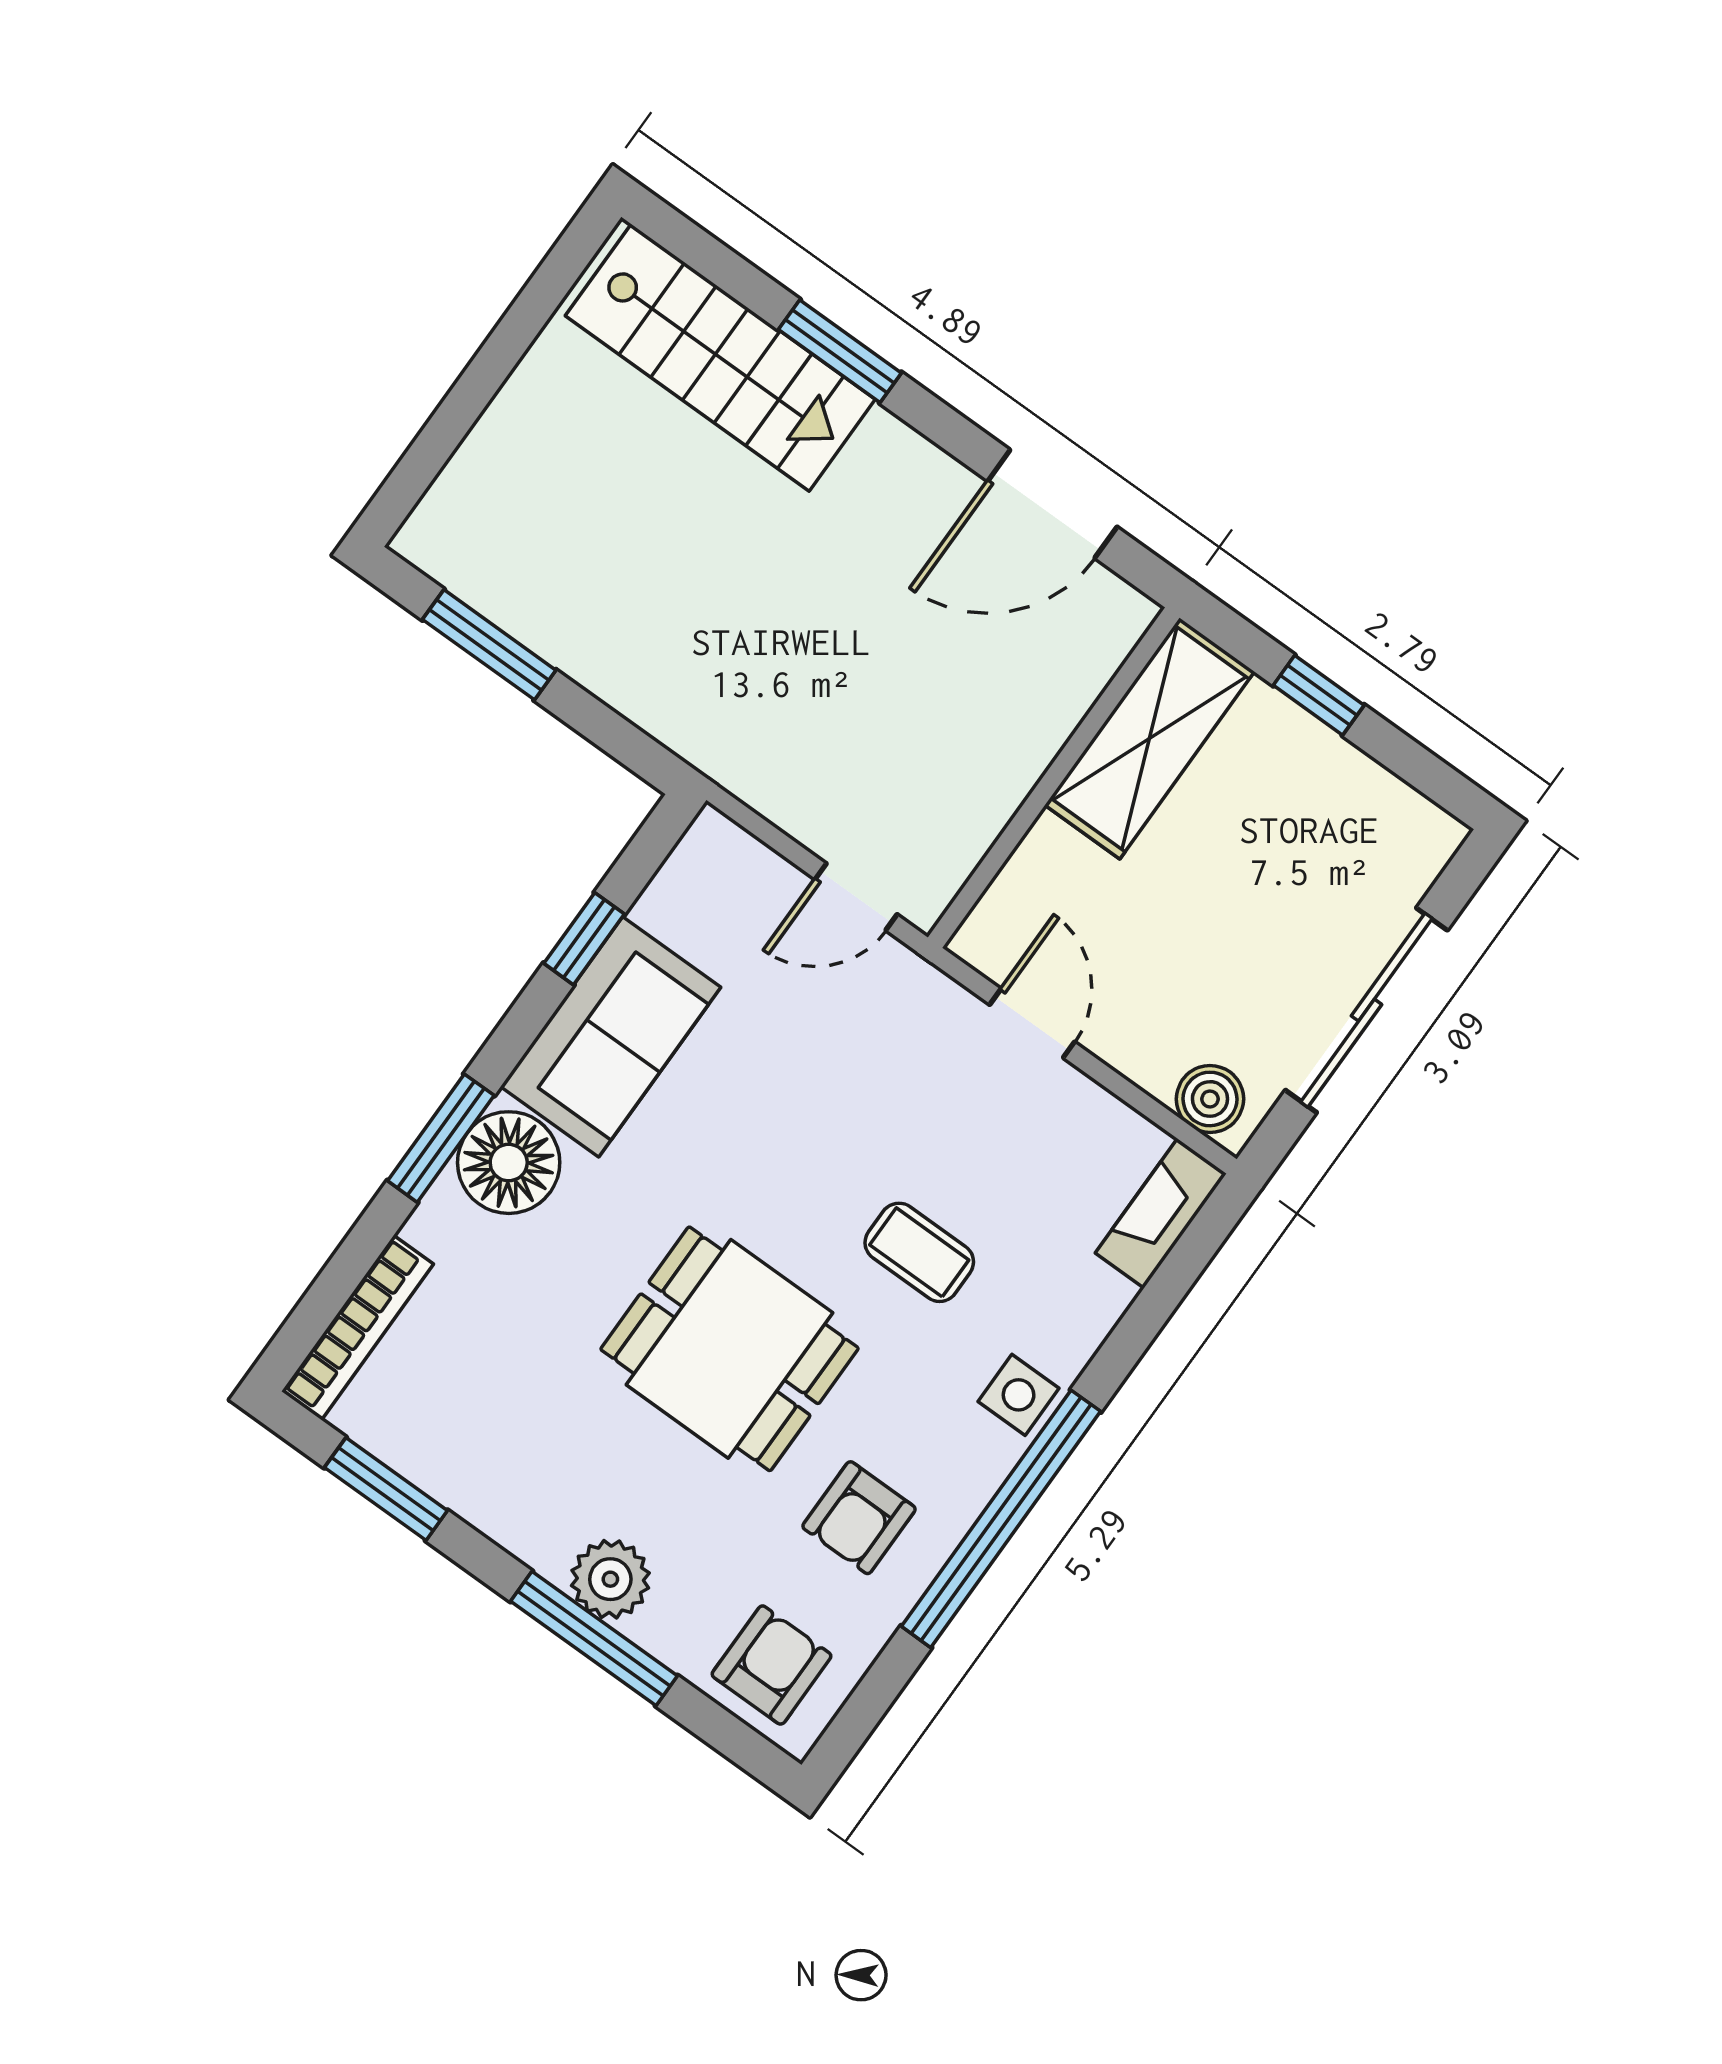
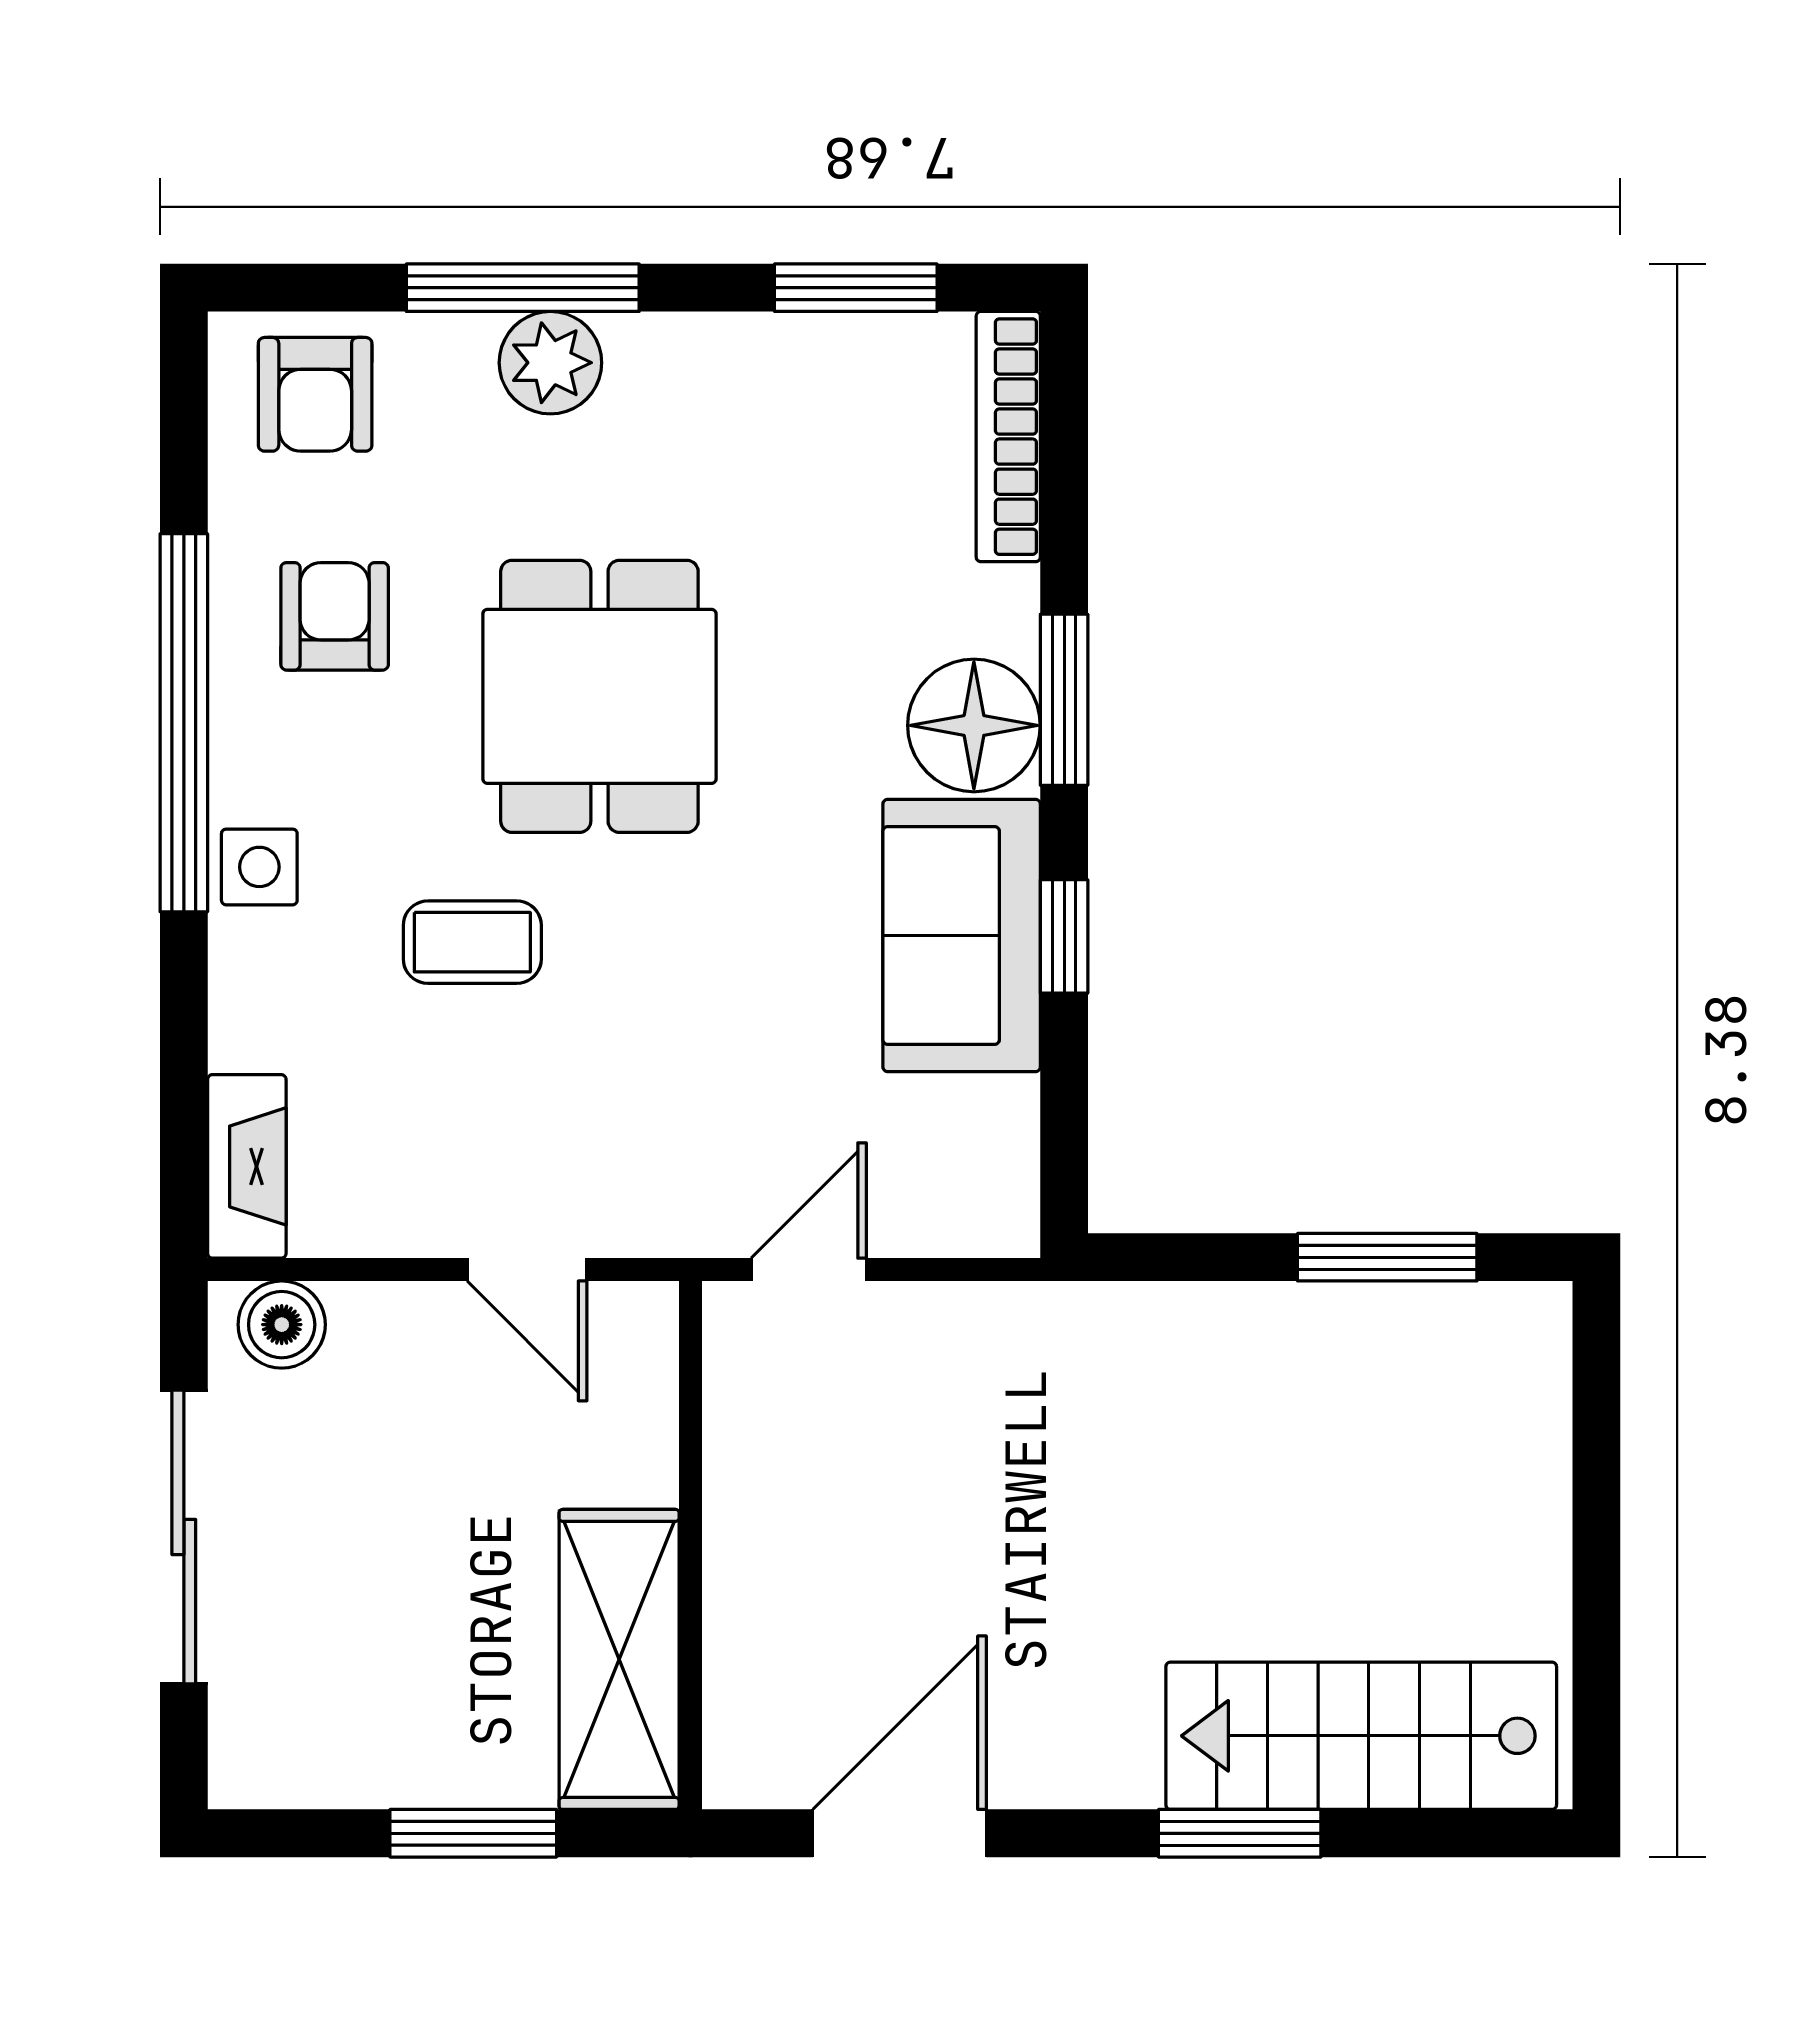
window: (1319, 695) -> (473, 1833), width x1.50
window: (584, 939) -> (1064, 936), moved
dining table: (730, 1349) -> (599, 696), turned 90

